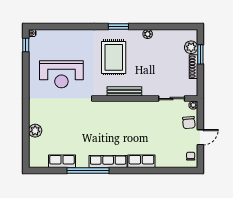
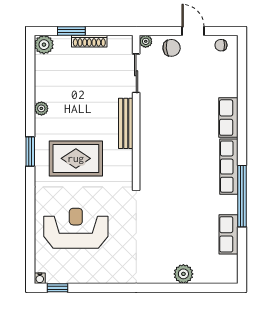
plant: (191, 47) -> (44, 45), moved
reception desk: (61, 74) -> (76, 228), moved, turned -90
bench: (124, 91) -> (126, 123), moved

